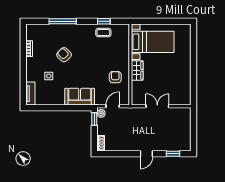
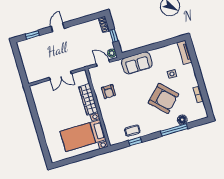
floor lamp: (52, 29) -> (182, 120), added
armchair: (64, 55) -> (163, 98), width x1.88, depth x1.88
wardrobe: (137, 70) -> (88, 99), width x1.50
door: (113, 106) -> (103, 63), swing flipped
window: (94, 119) -> (114, 36), moved

